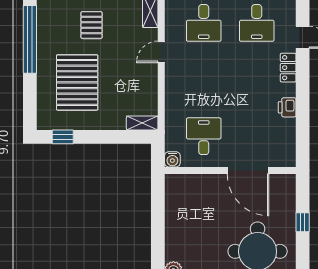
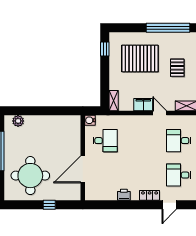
pallet: (92, 25) -> (177, 68), turned 90
filing cabinet: (148, 77) -> (143, 105), added

